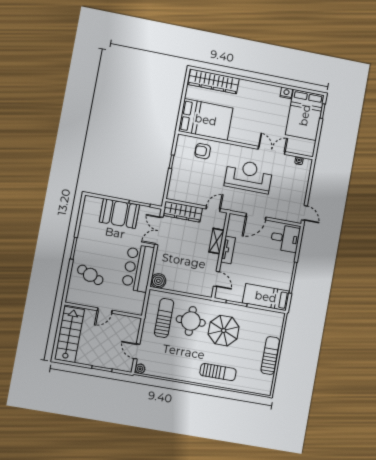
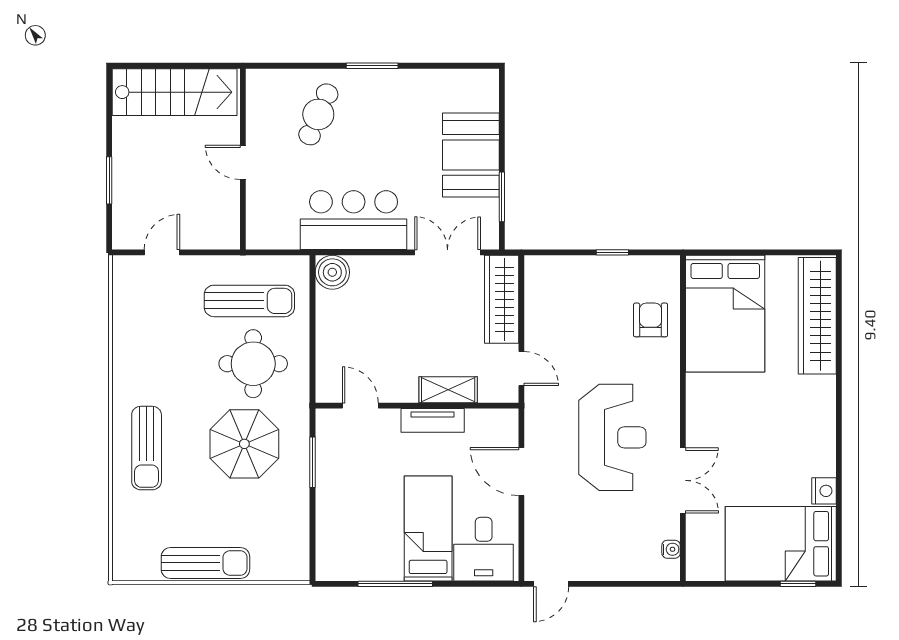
door: (216, 279) -> (360, 406), swing flipped
bed: (266, 297) -> (428, 528), moved
plant: (140, 369) -> (124, 267), removed

